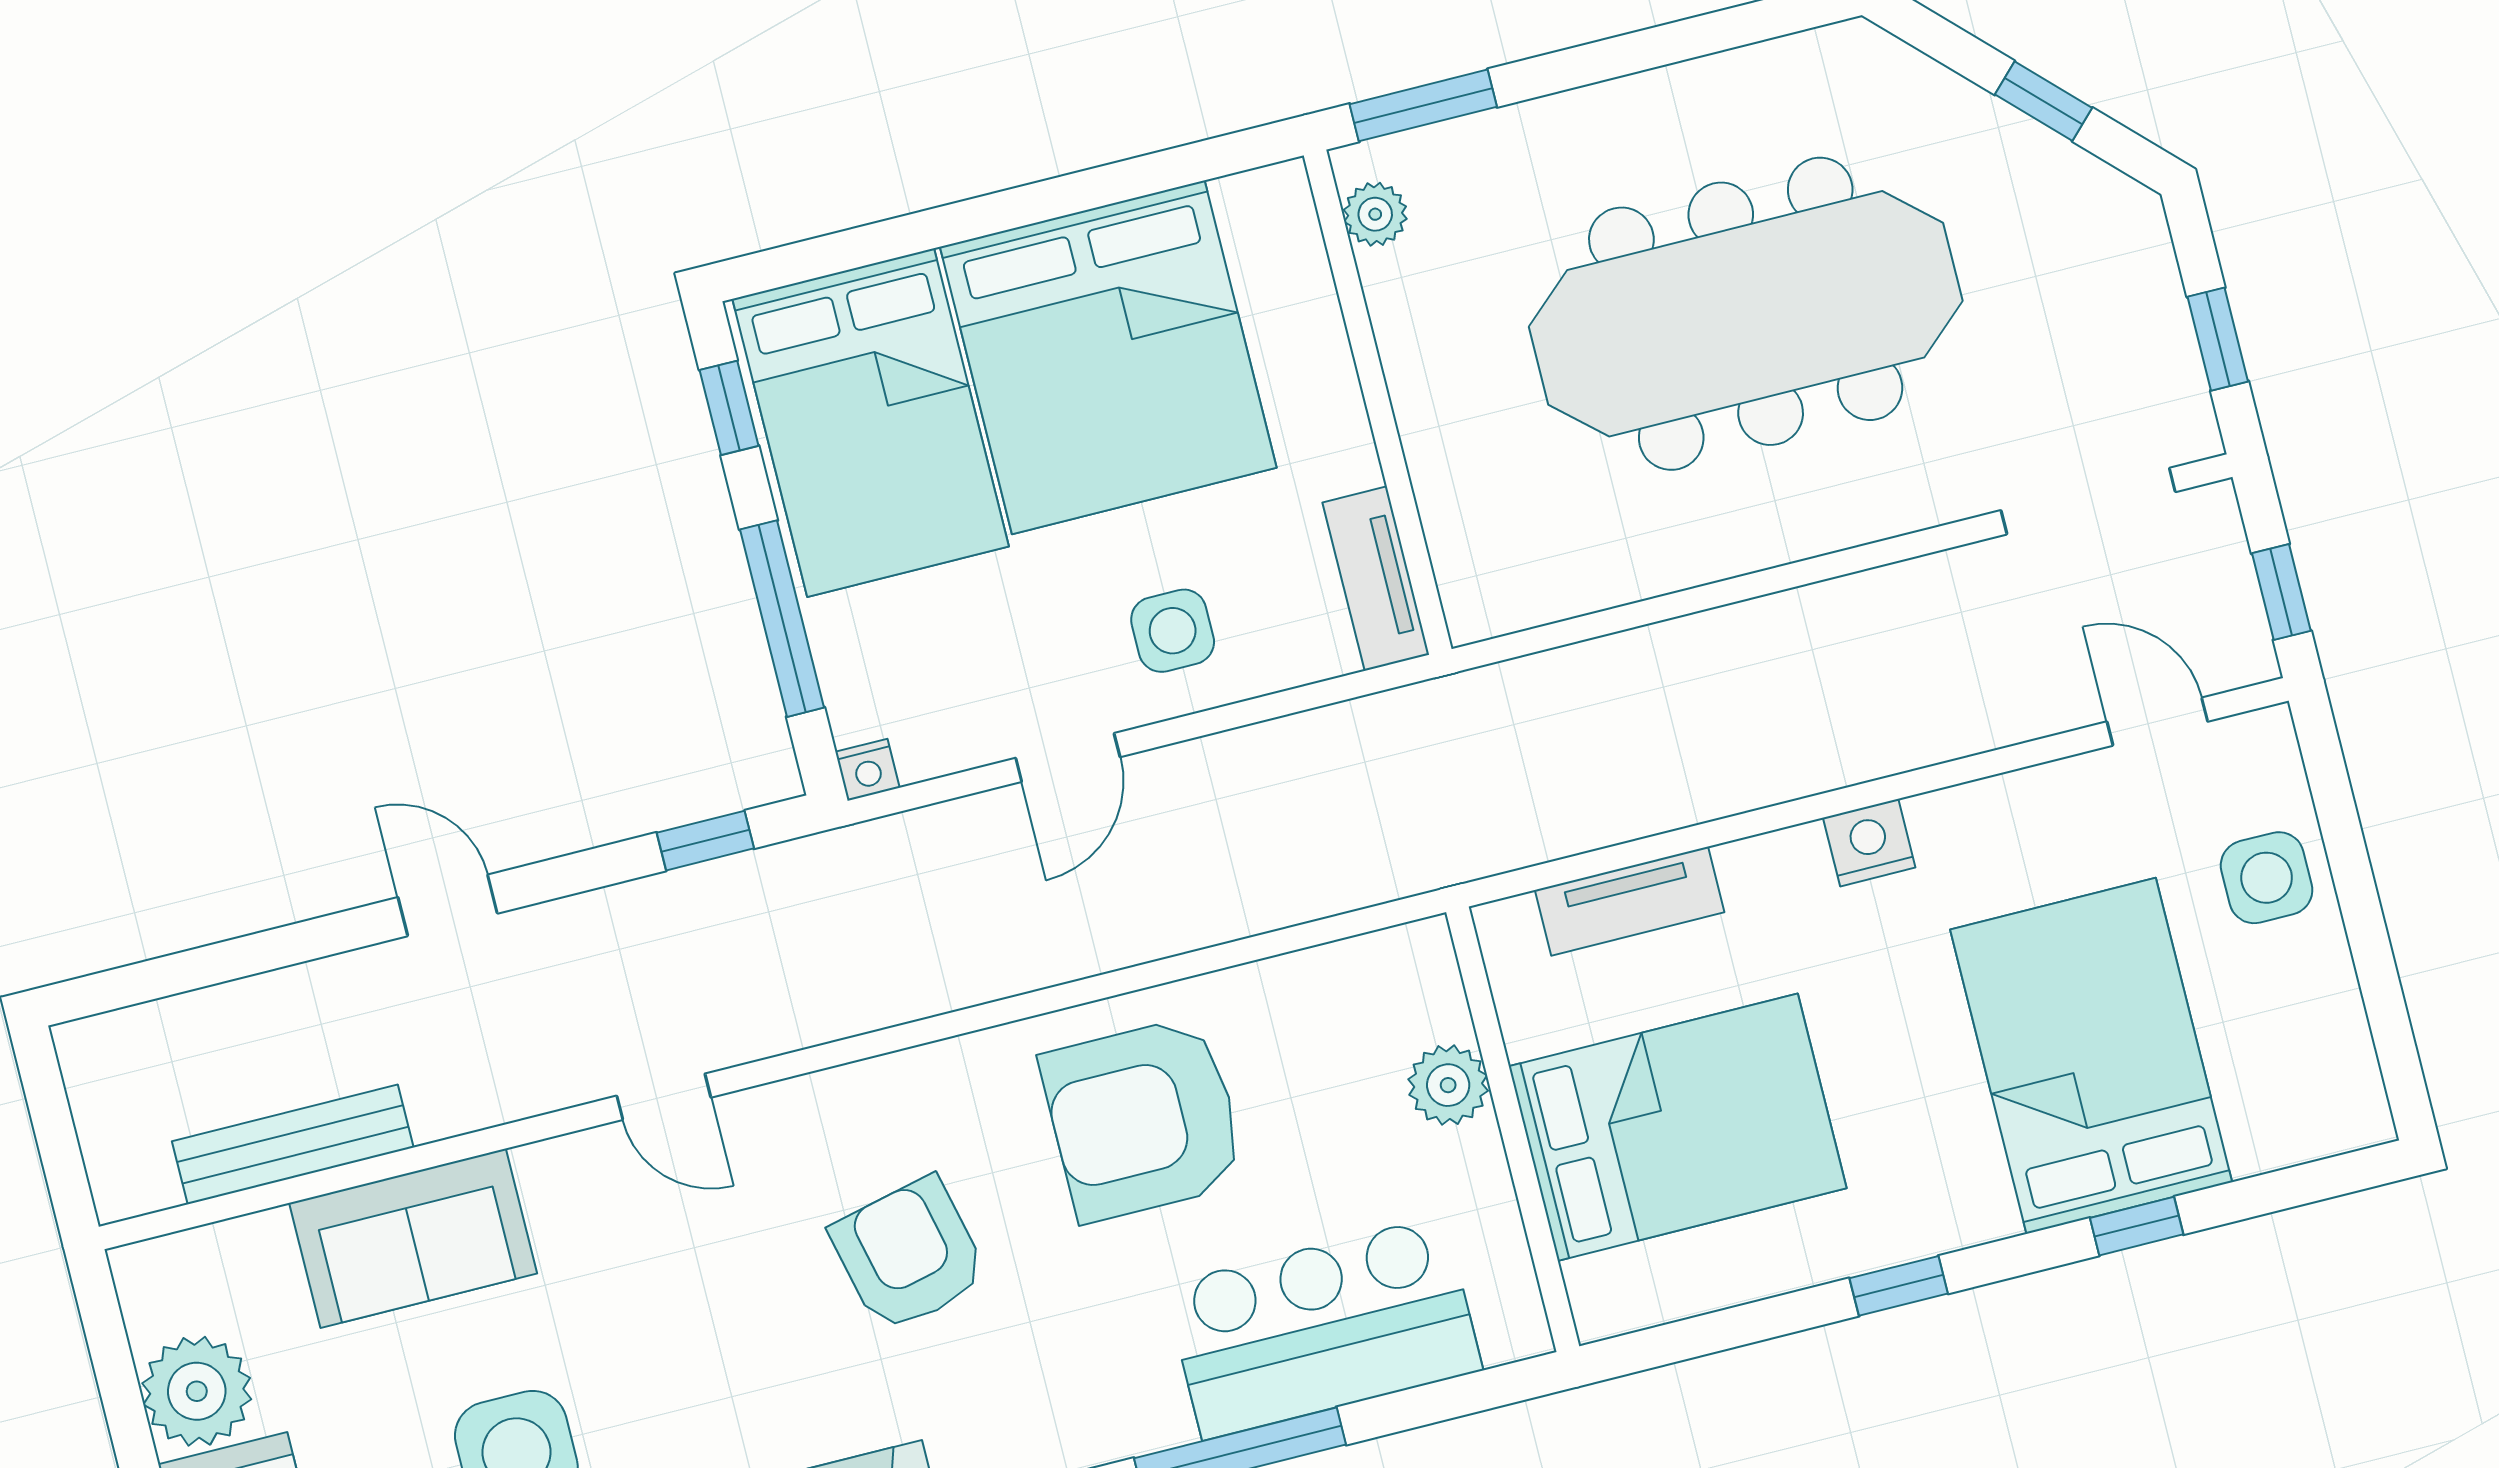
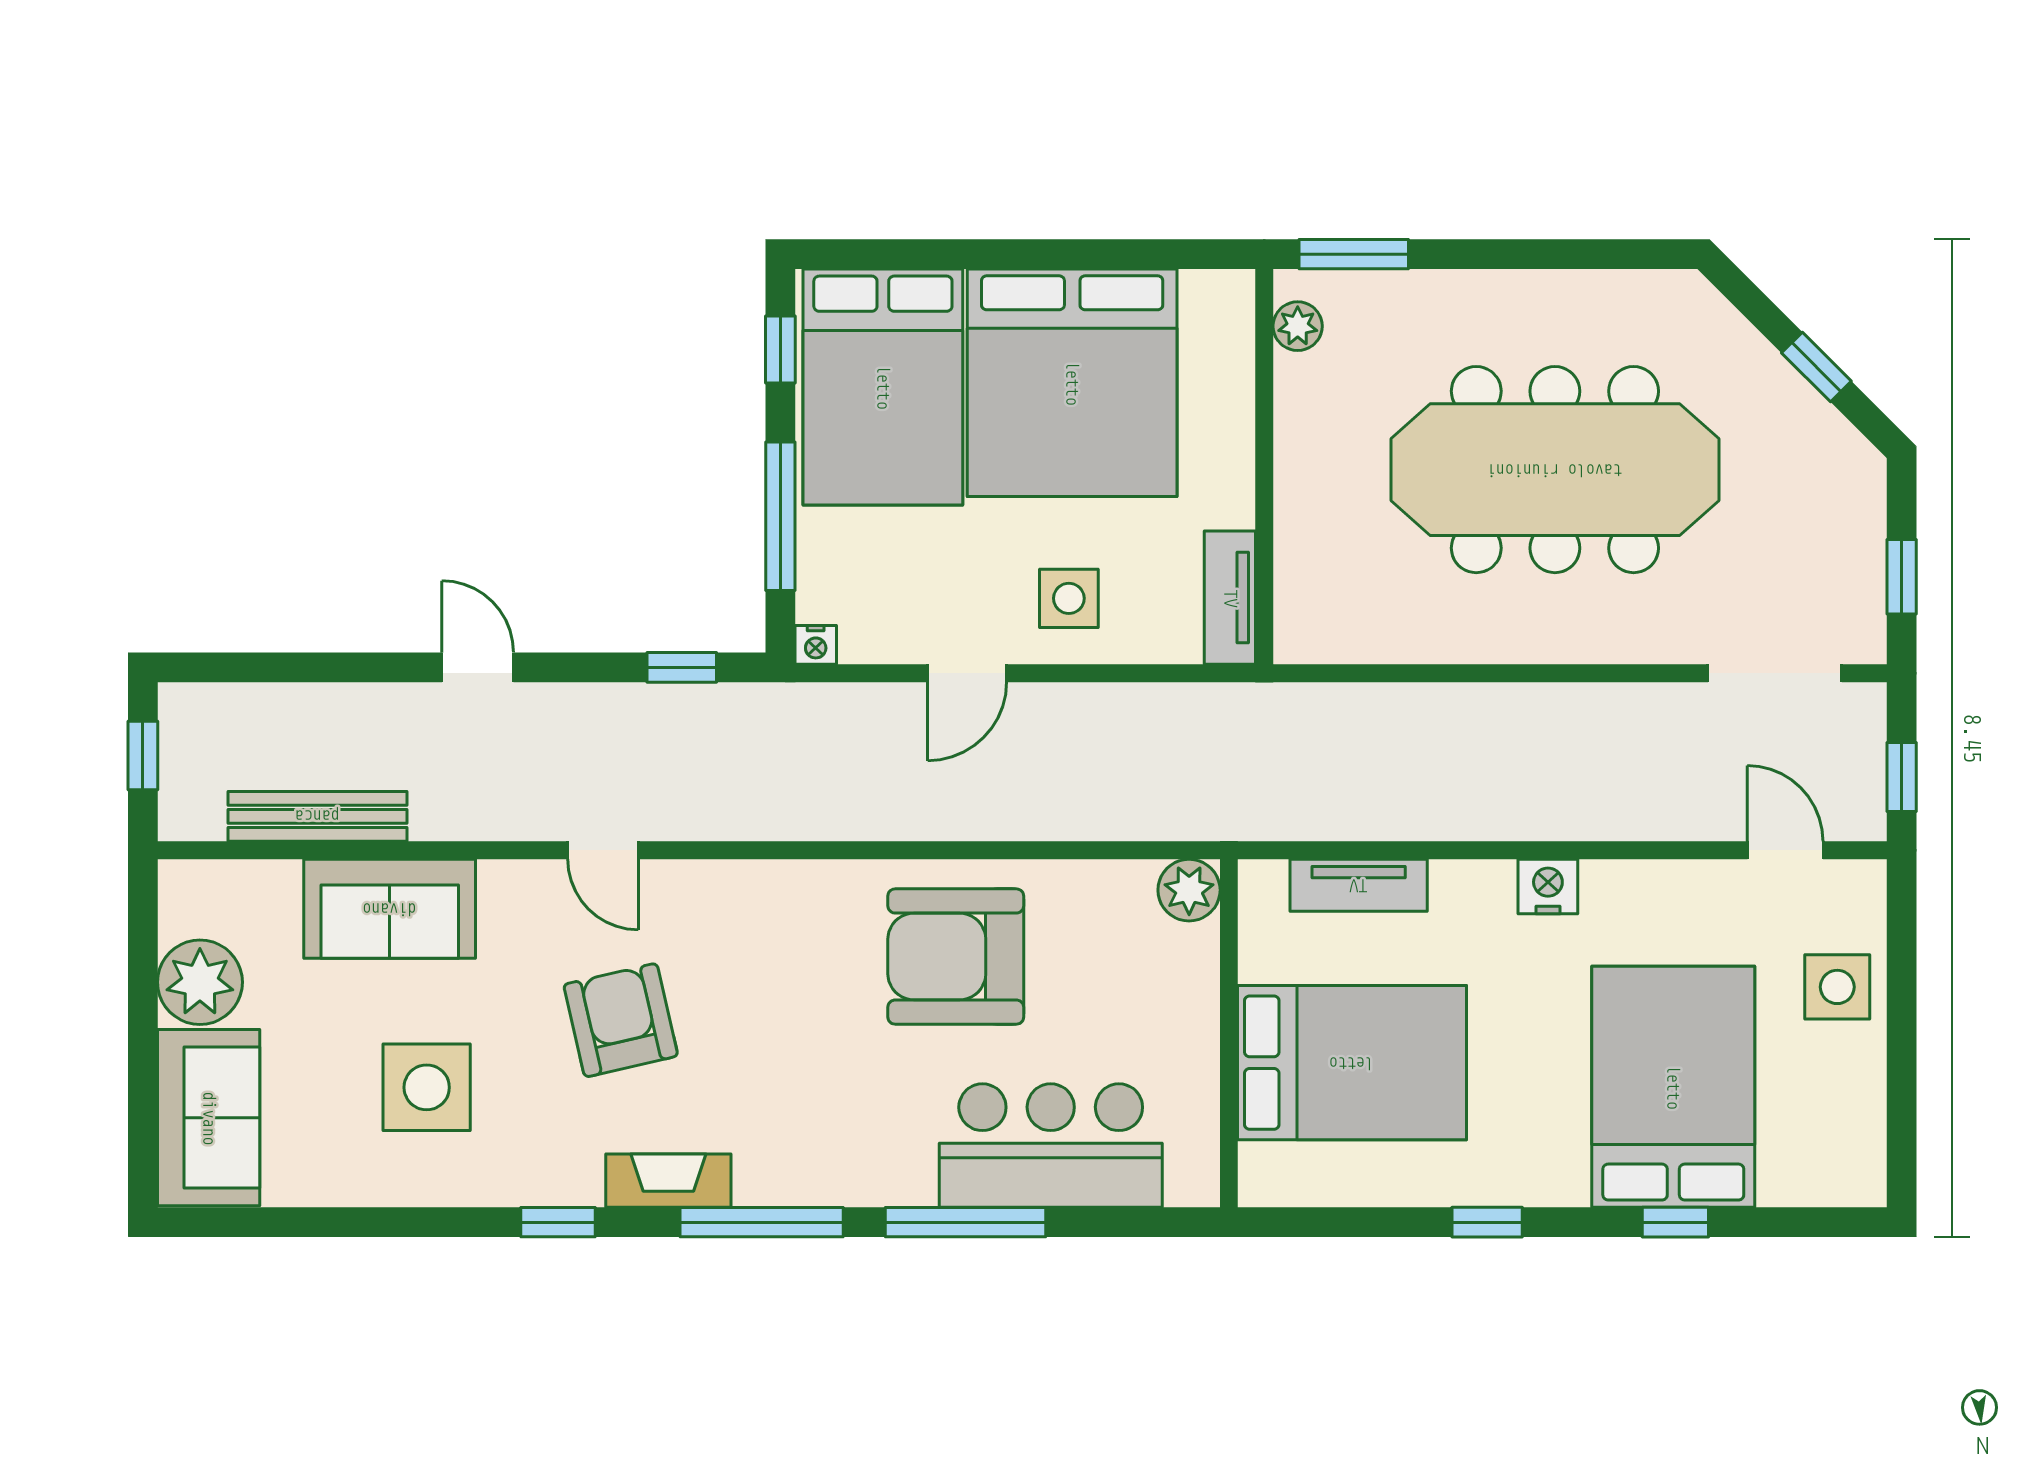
plant: (1448, 1085) -> (1189, 890), moved
window: (53, 1123) -> (143, 756), added
armchair: (909, 1255) -> (621, 1020), moved

